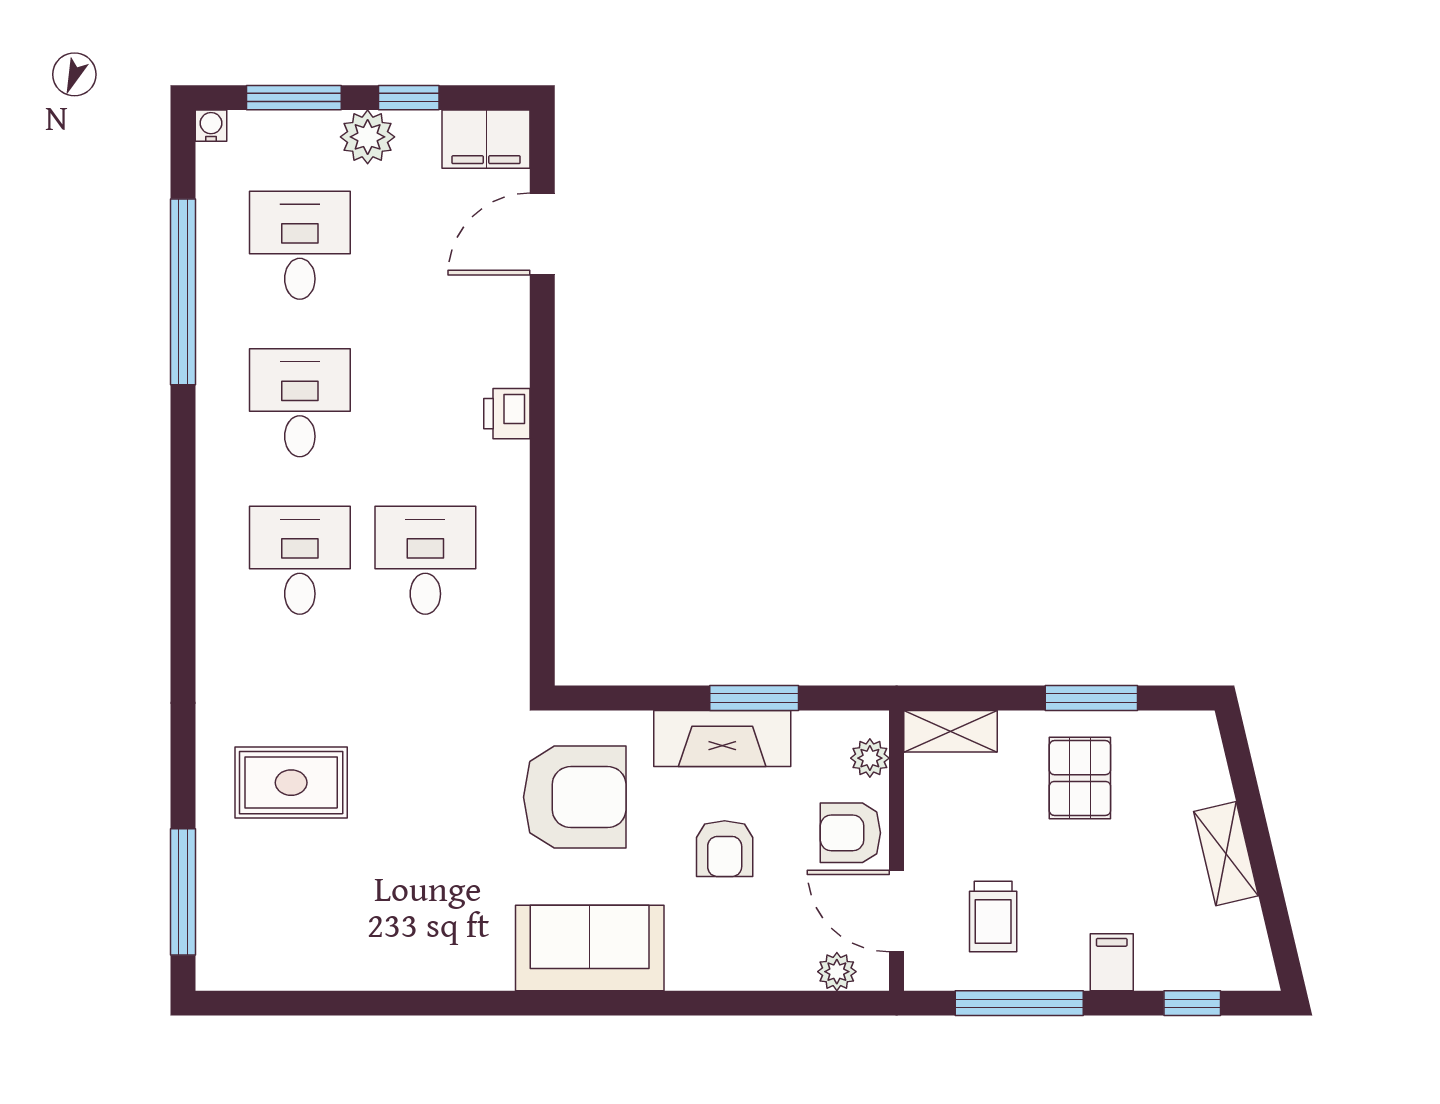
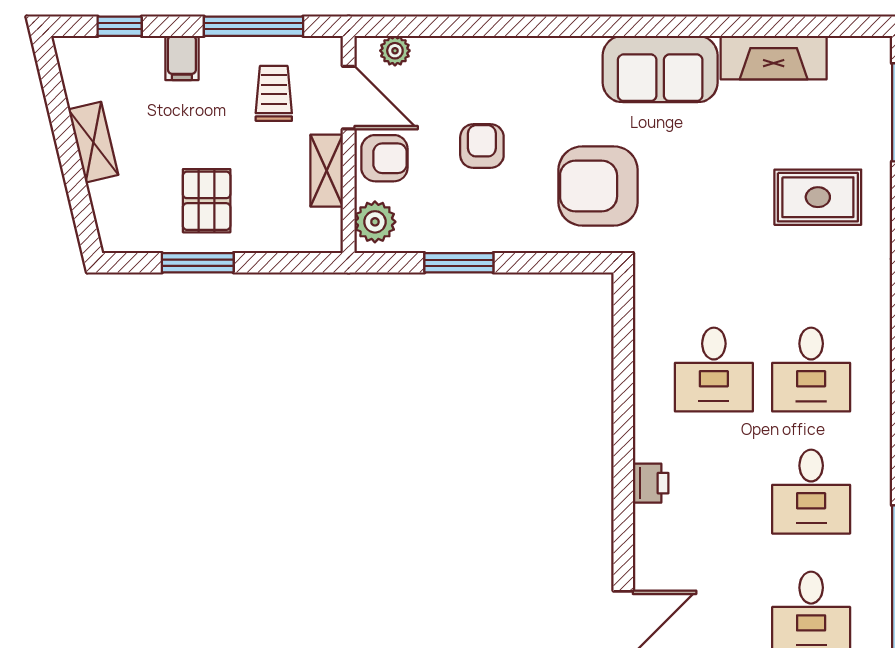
shelving: (950, 731) -> (327, 171), moved, turned 90
fireplace: (722, 738) -> (774, 58), moved, turned 180
plant: (870, 758) -> (375, 222), width x1.38, depth x1.38
sofa: (590, 948) -> (660, 69), moved

